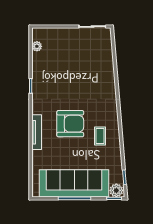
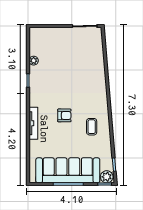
plant: (37, 46) -> (34, 61), moved
armchair: (70, 124) -> (64, 115), width x0.53, depth x0.53

